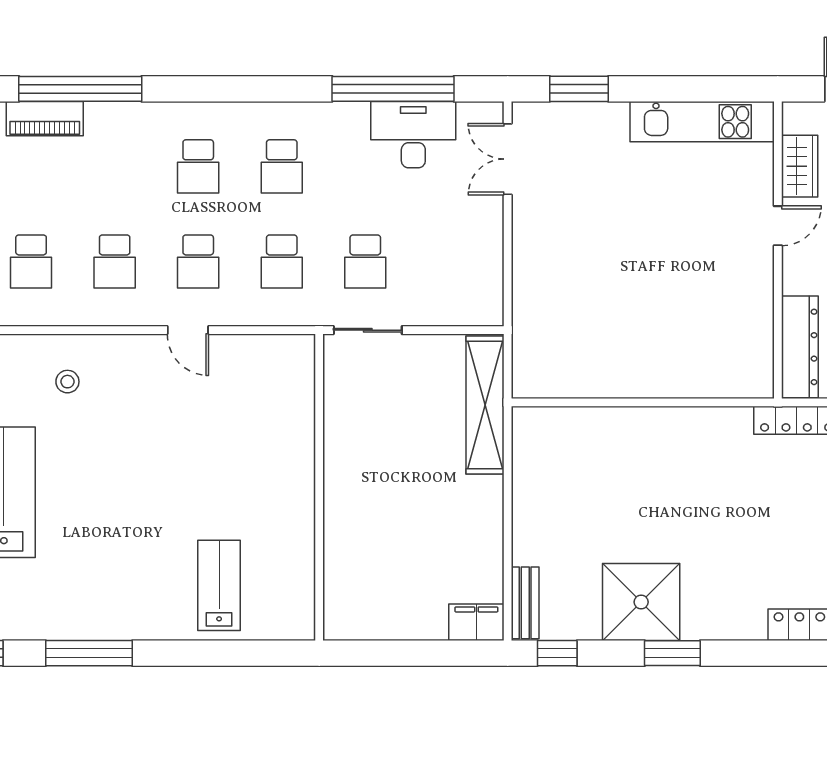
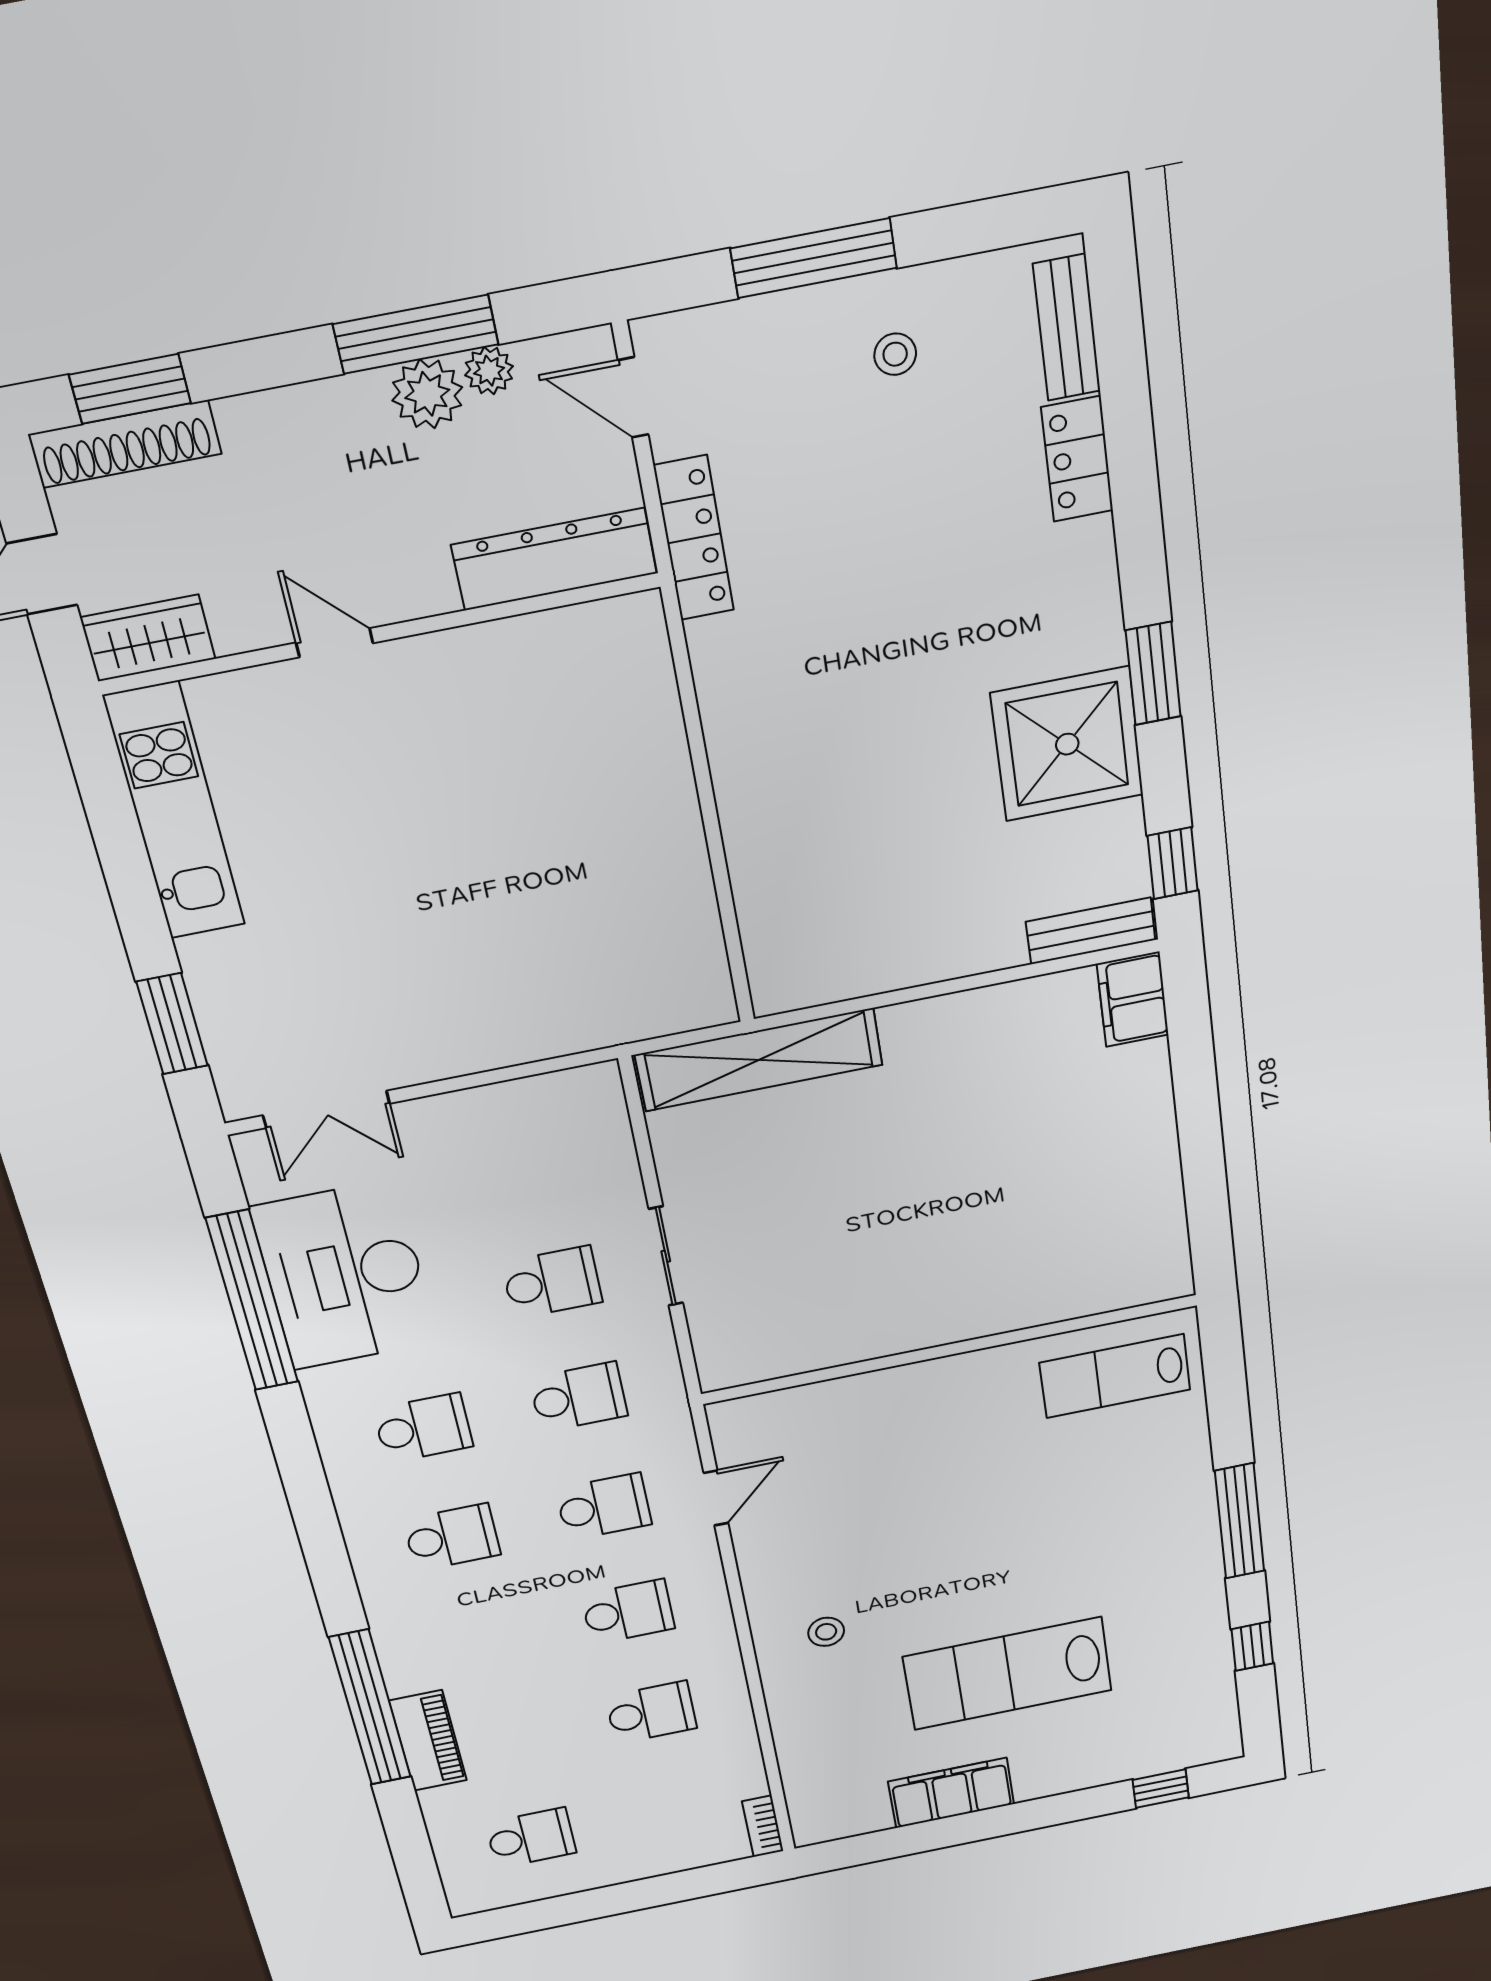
desk: (413, 135) -> (344, 1275), width x1.36, depth x1.30
wardrobe: (800, 166) -> (148, 638), moved
wall: (319, 487) -> (950, 1350), moved

